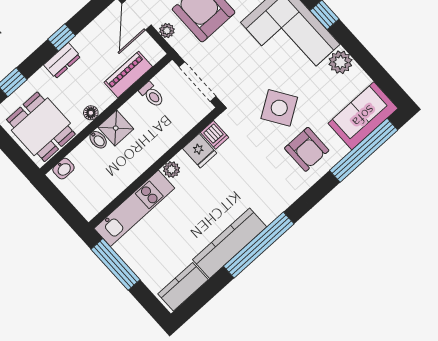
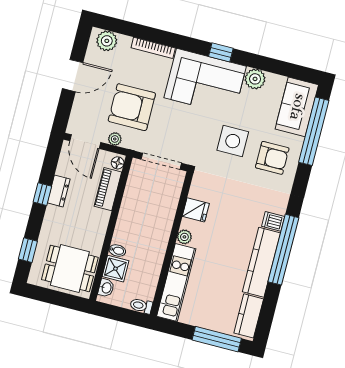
dresser: (62, 61) -> (59, 191), moved
toilet: (152, 95) -> (141, 306), moved, turned 180
side table: (279, 108) -> (233, 141), turned 33
floor lamp: (91, 113) -> (118, 163), moved
shower: (116, 128) -> (115, 269), moved
dishwasher: (215, 135) -> (273, 221), moved, turned 180
window: (115, 264) -> (217, 339), moved

